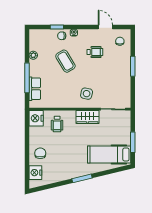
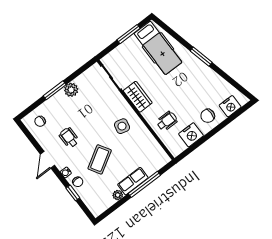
door: (105, 27) -> (48, 160), moved
plant: (125, 77) -> (71, 90), added
row of seats: (35, 89) -> (133, 181), moved
side table: (87, 94) -> (122, 126), moved
nightstand: (36, 118) -> (191, 135), moved

